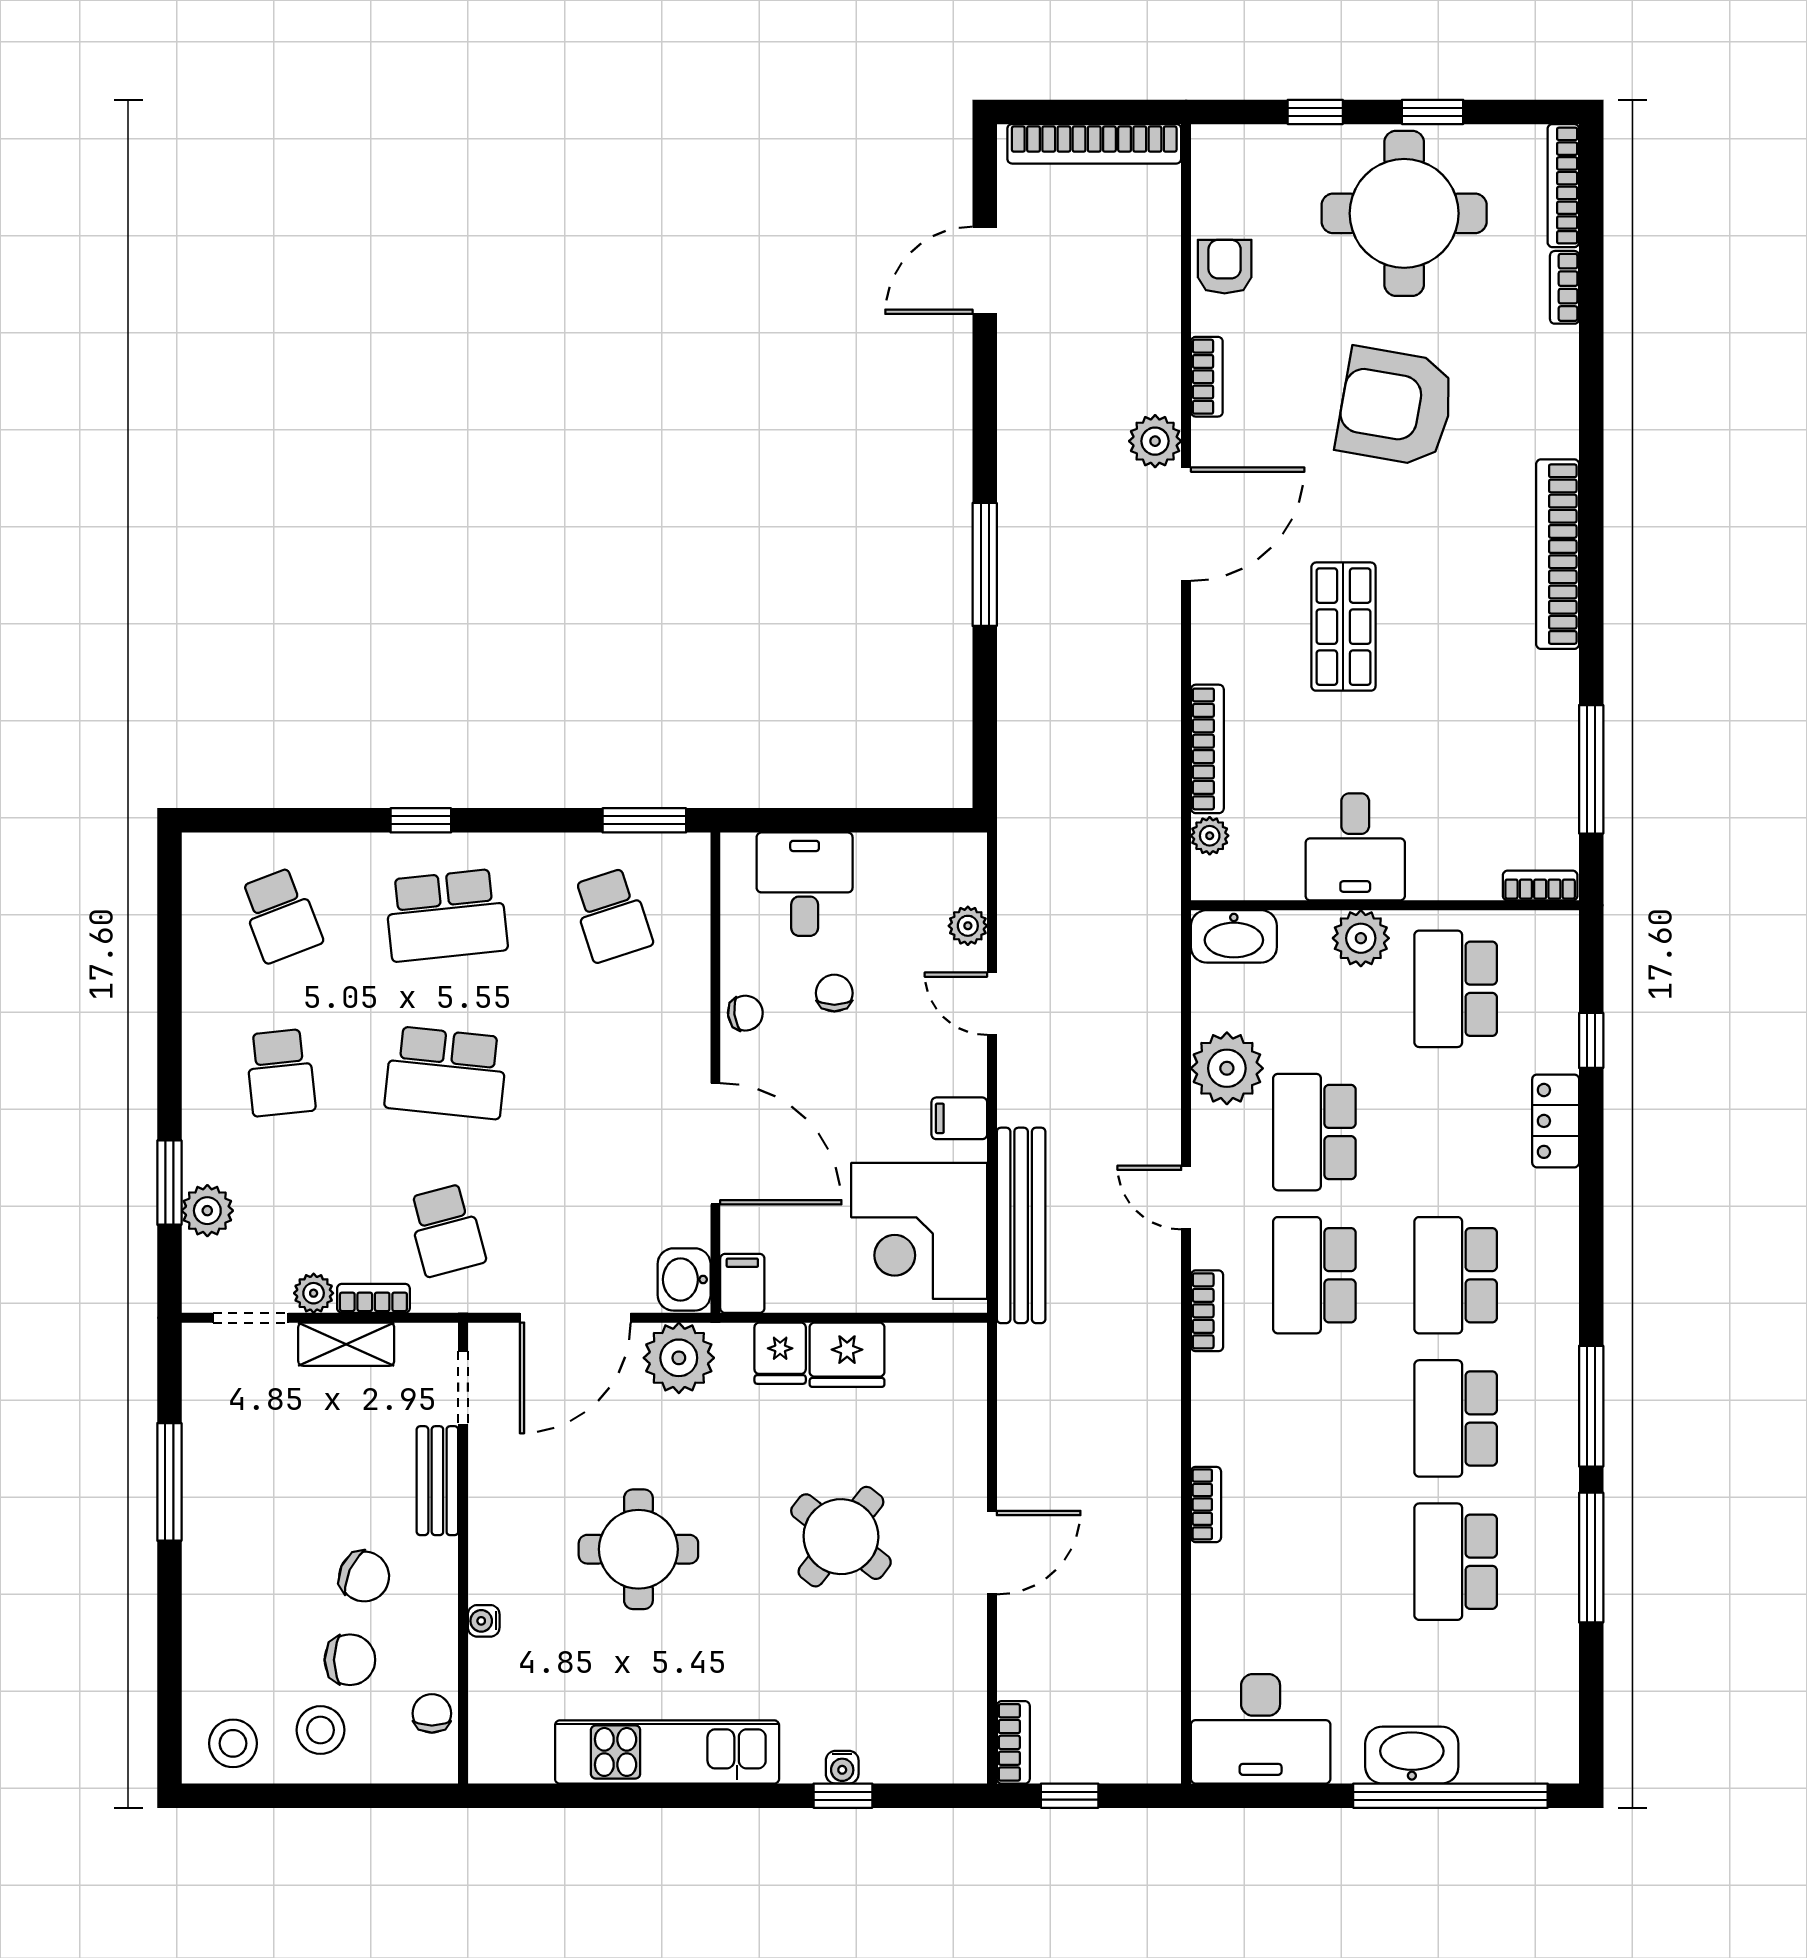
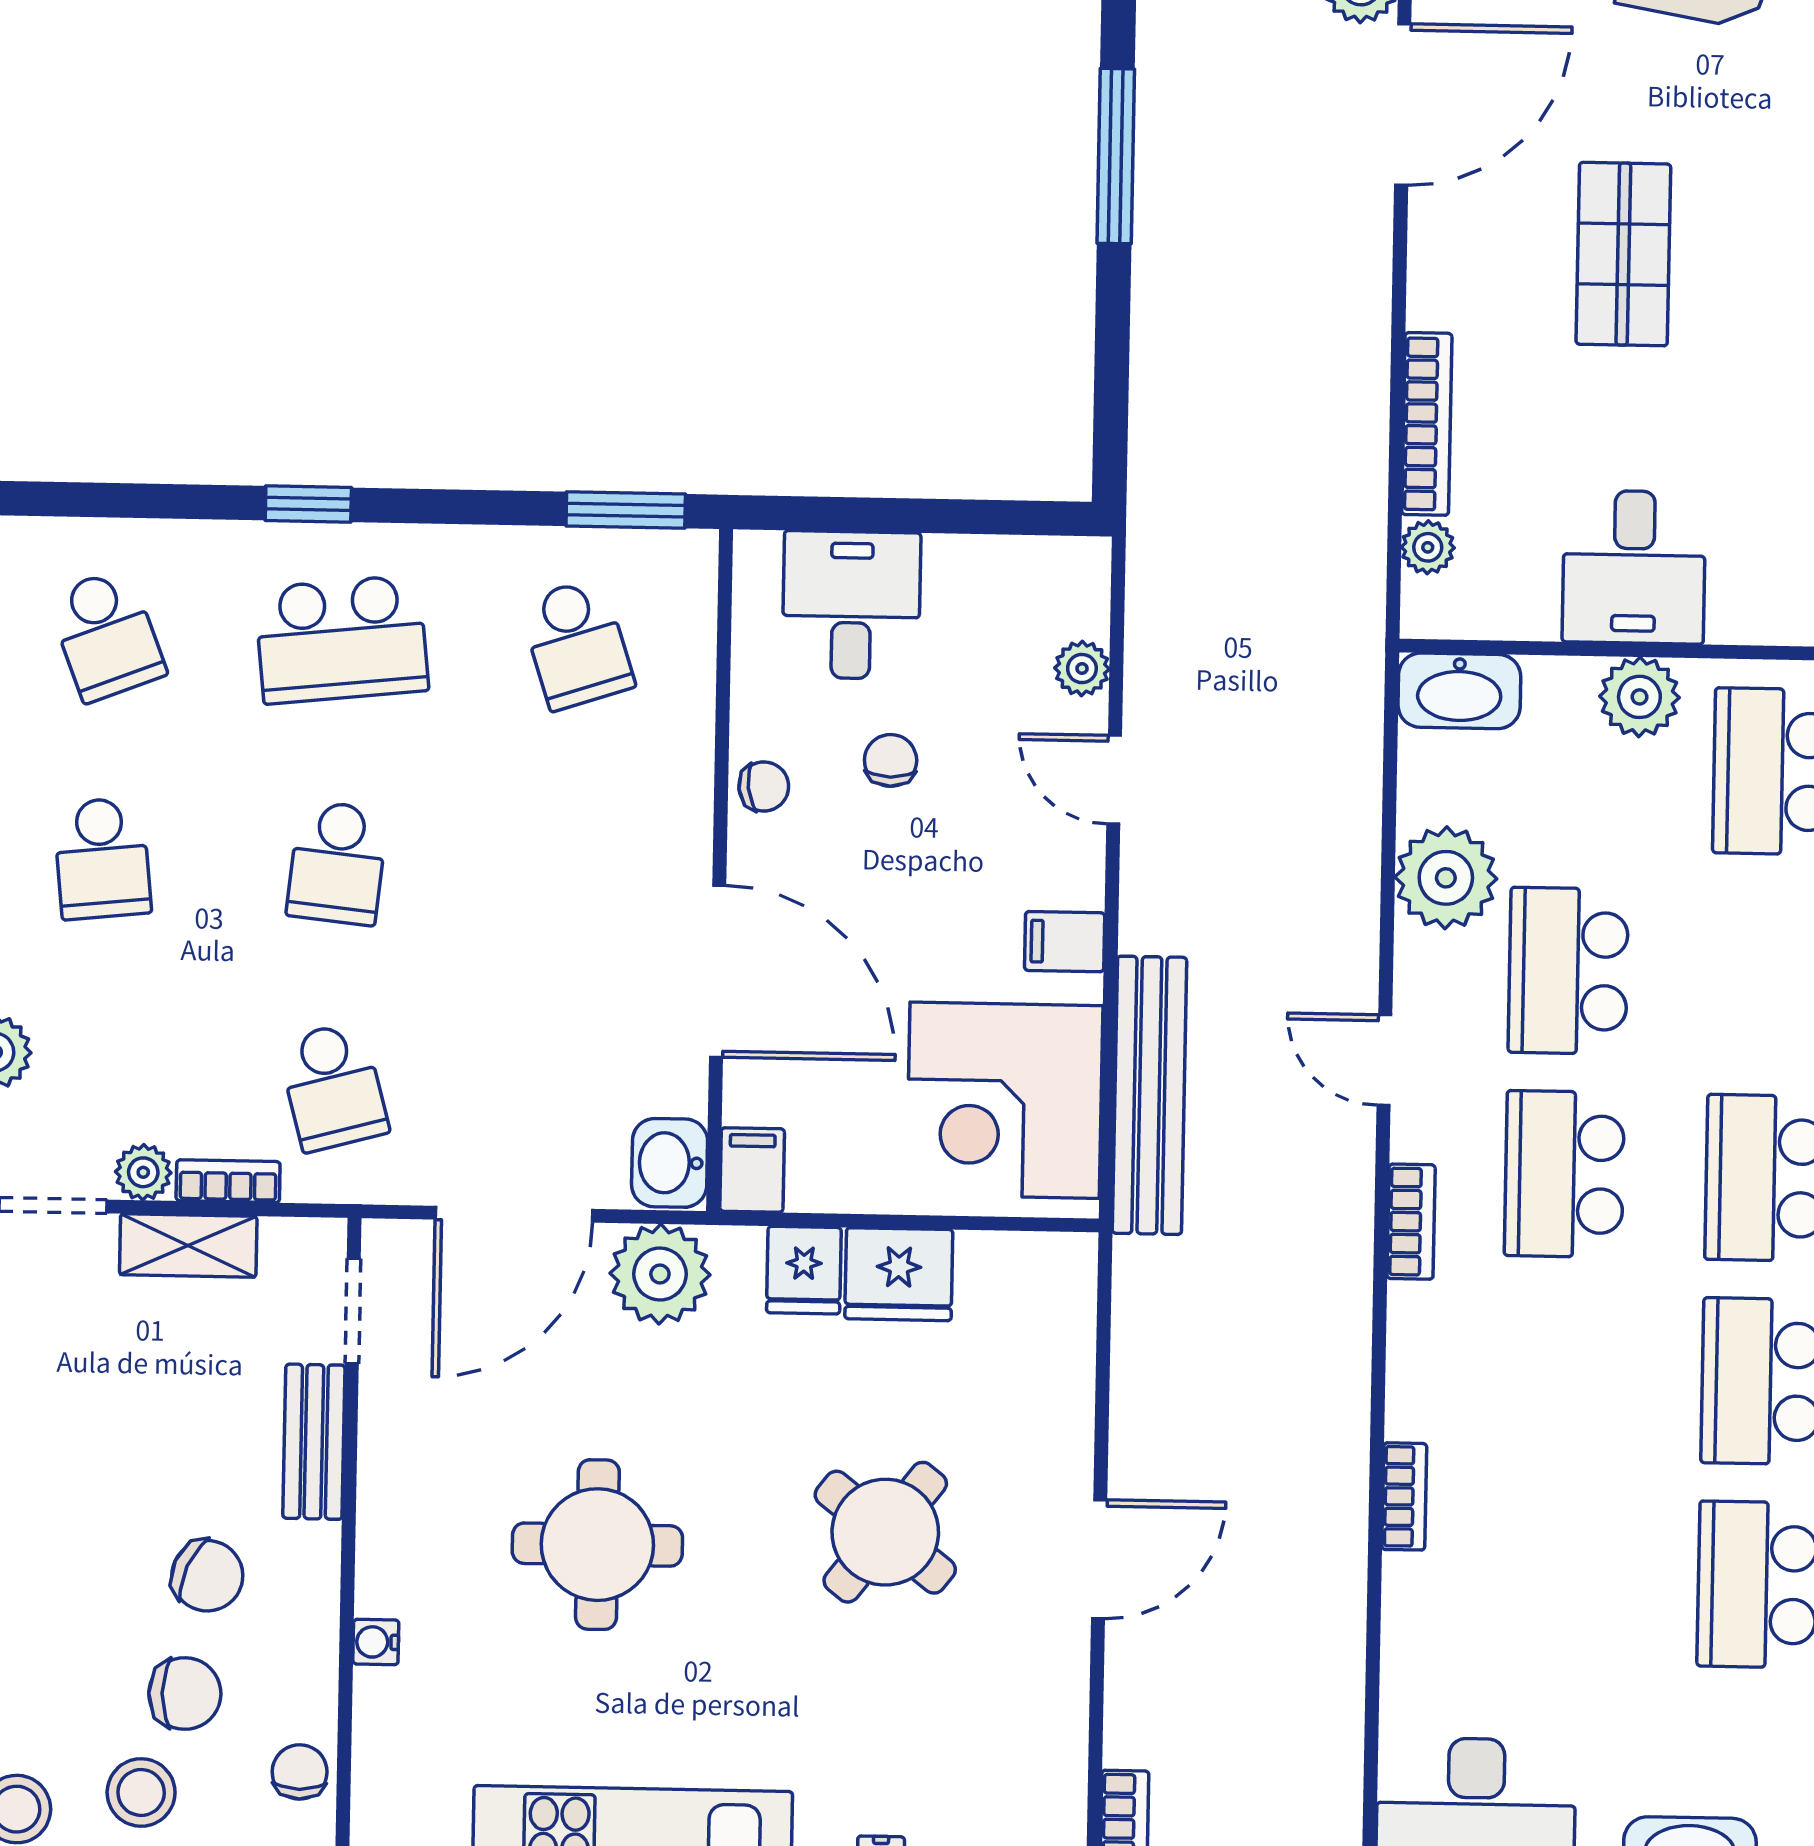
school desk: (446, 1073) -> (337, 863), width x0.54

